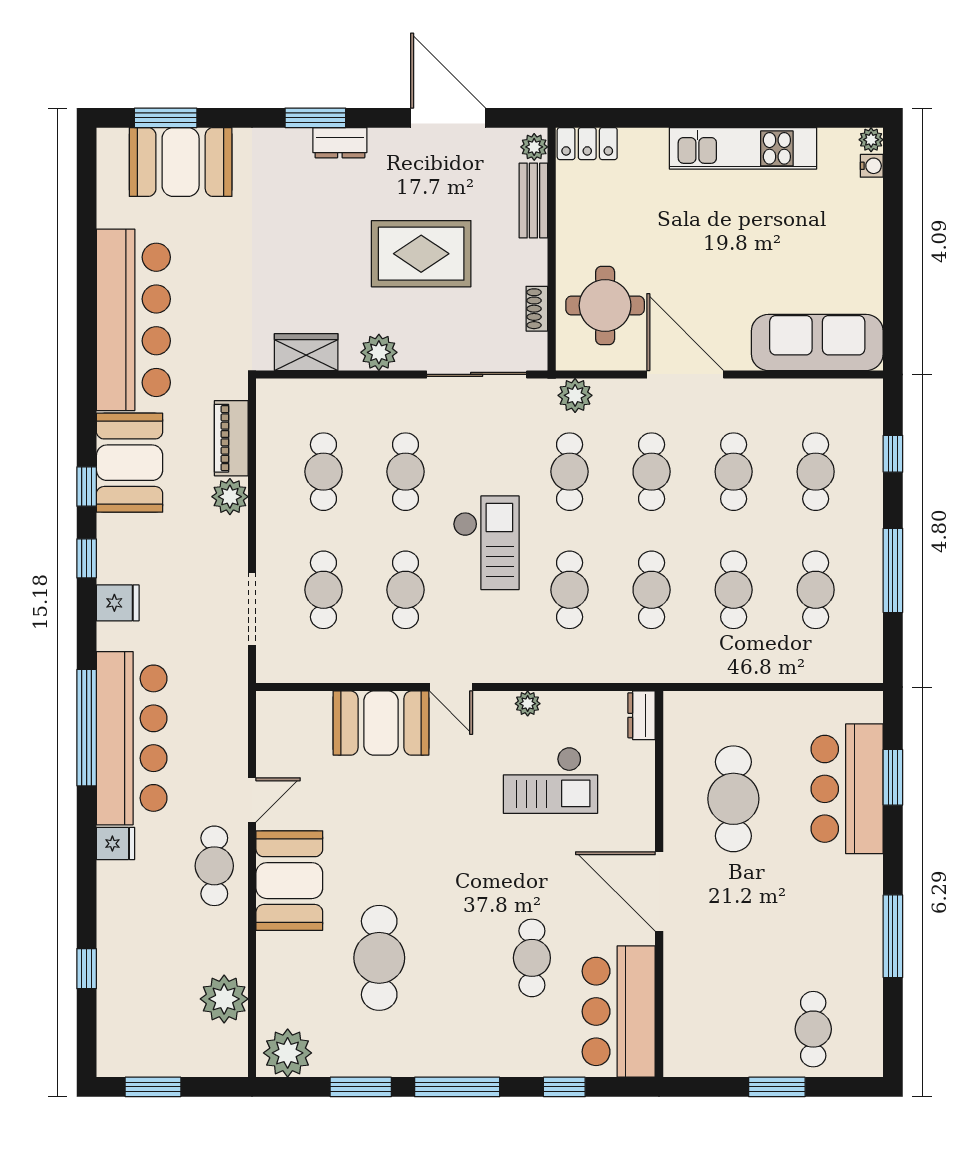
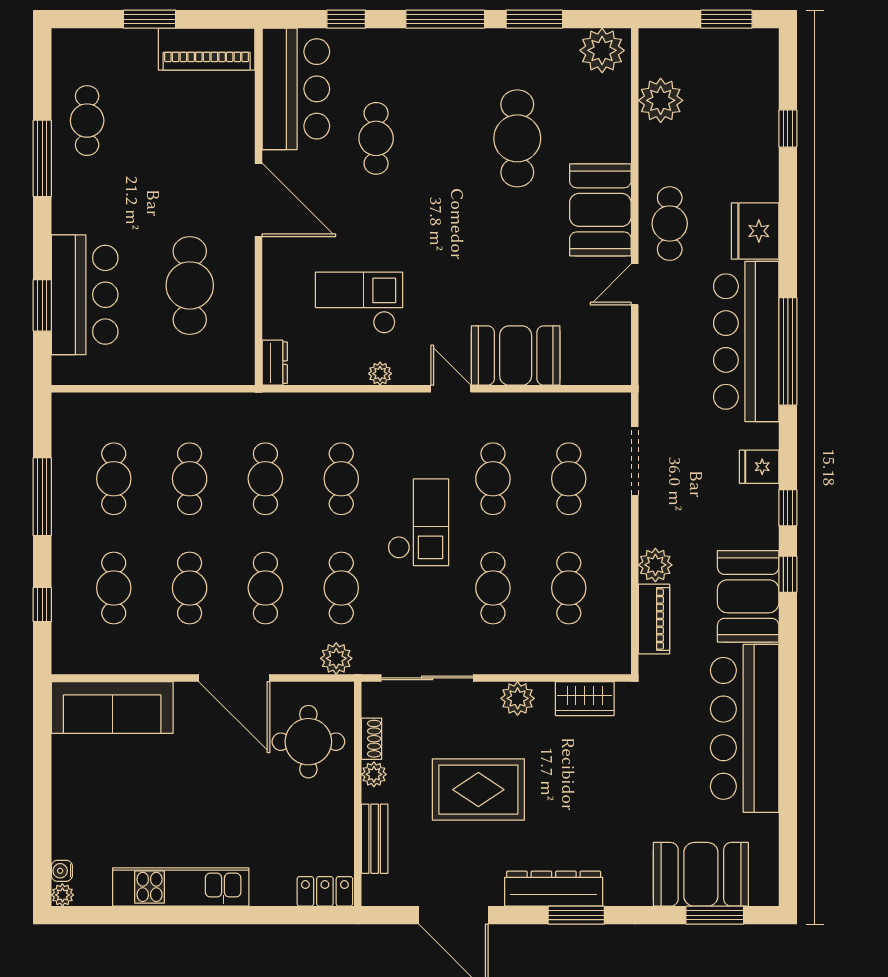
dresser: (340, 143) -> (554, 889), width x1.96, depth x1.24
plant: (534, 147) -> (374, 774), moved
checkout: (486, 543) -> (418, 522), turned 180
fridge: (116, 844) -> (755, 231), width x1.88, depth x1.34
cafe table: (813, 1029) -> (87, 121), moved
piano: (715, 1055) -> (207, 49), added

